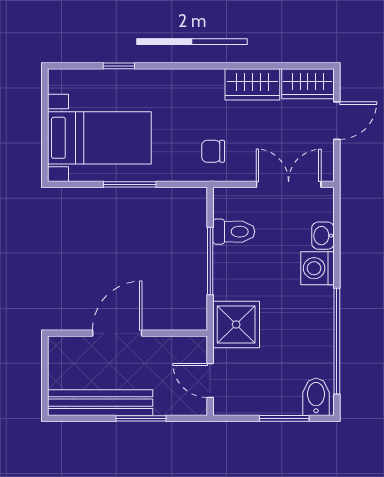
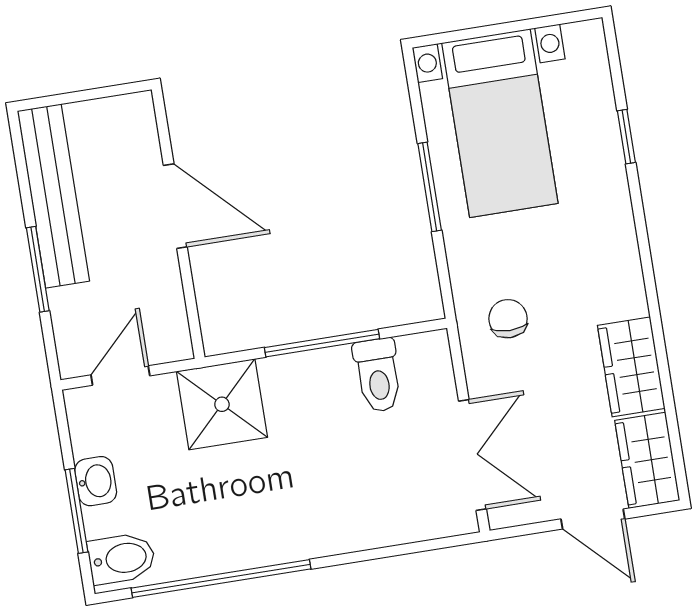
washbasin: (323, 236) -> (96, 481), moved, turned 90
washing machine: (317, 268) -> (339, 526), removed

